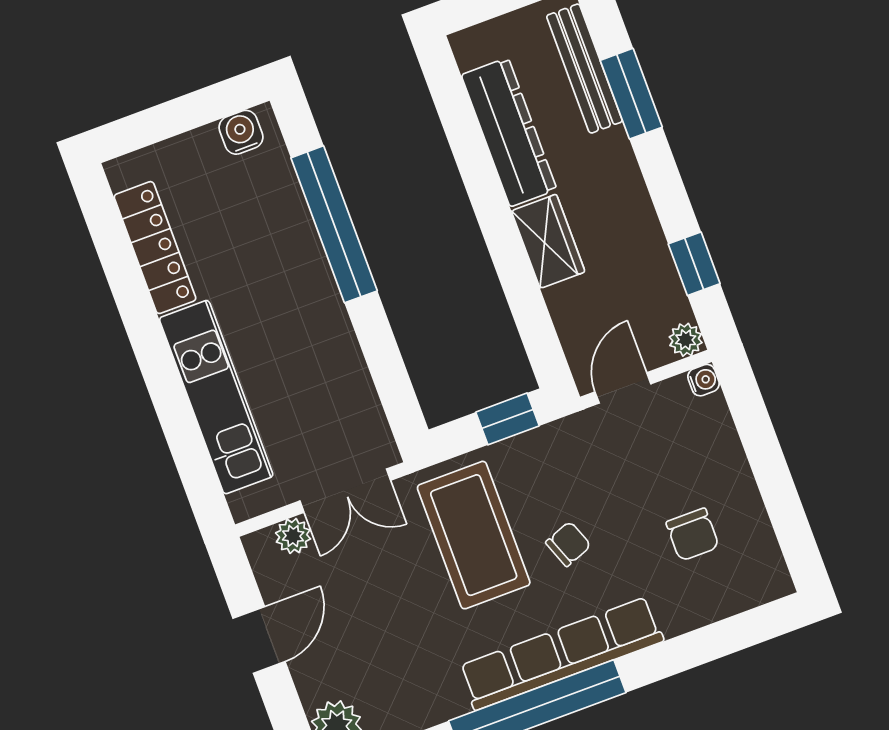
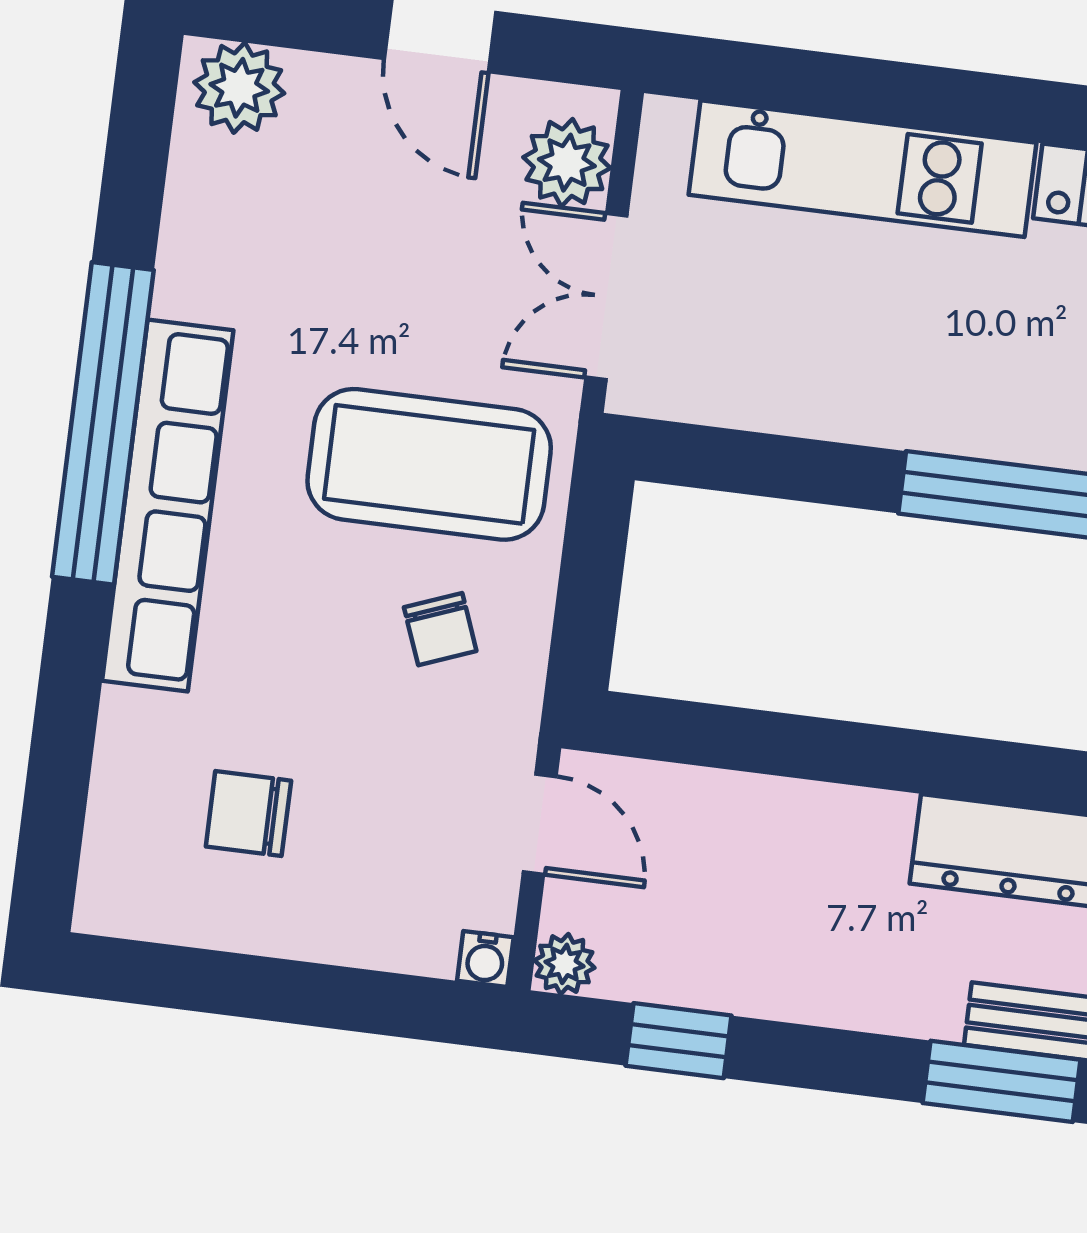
wardrobe: (548, 241) -> (835, 827), removed
window: (508, 419) -> (586, 615), removed
plant: (293, 536) -> (567, 163), width x1.38, depth x1.38
chair: (568, 544) -> (440, 629), moved

